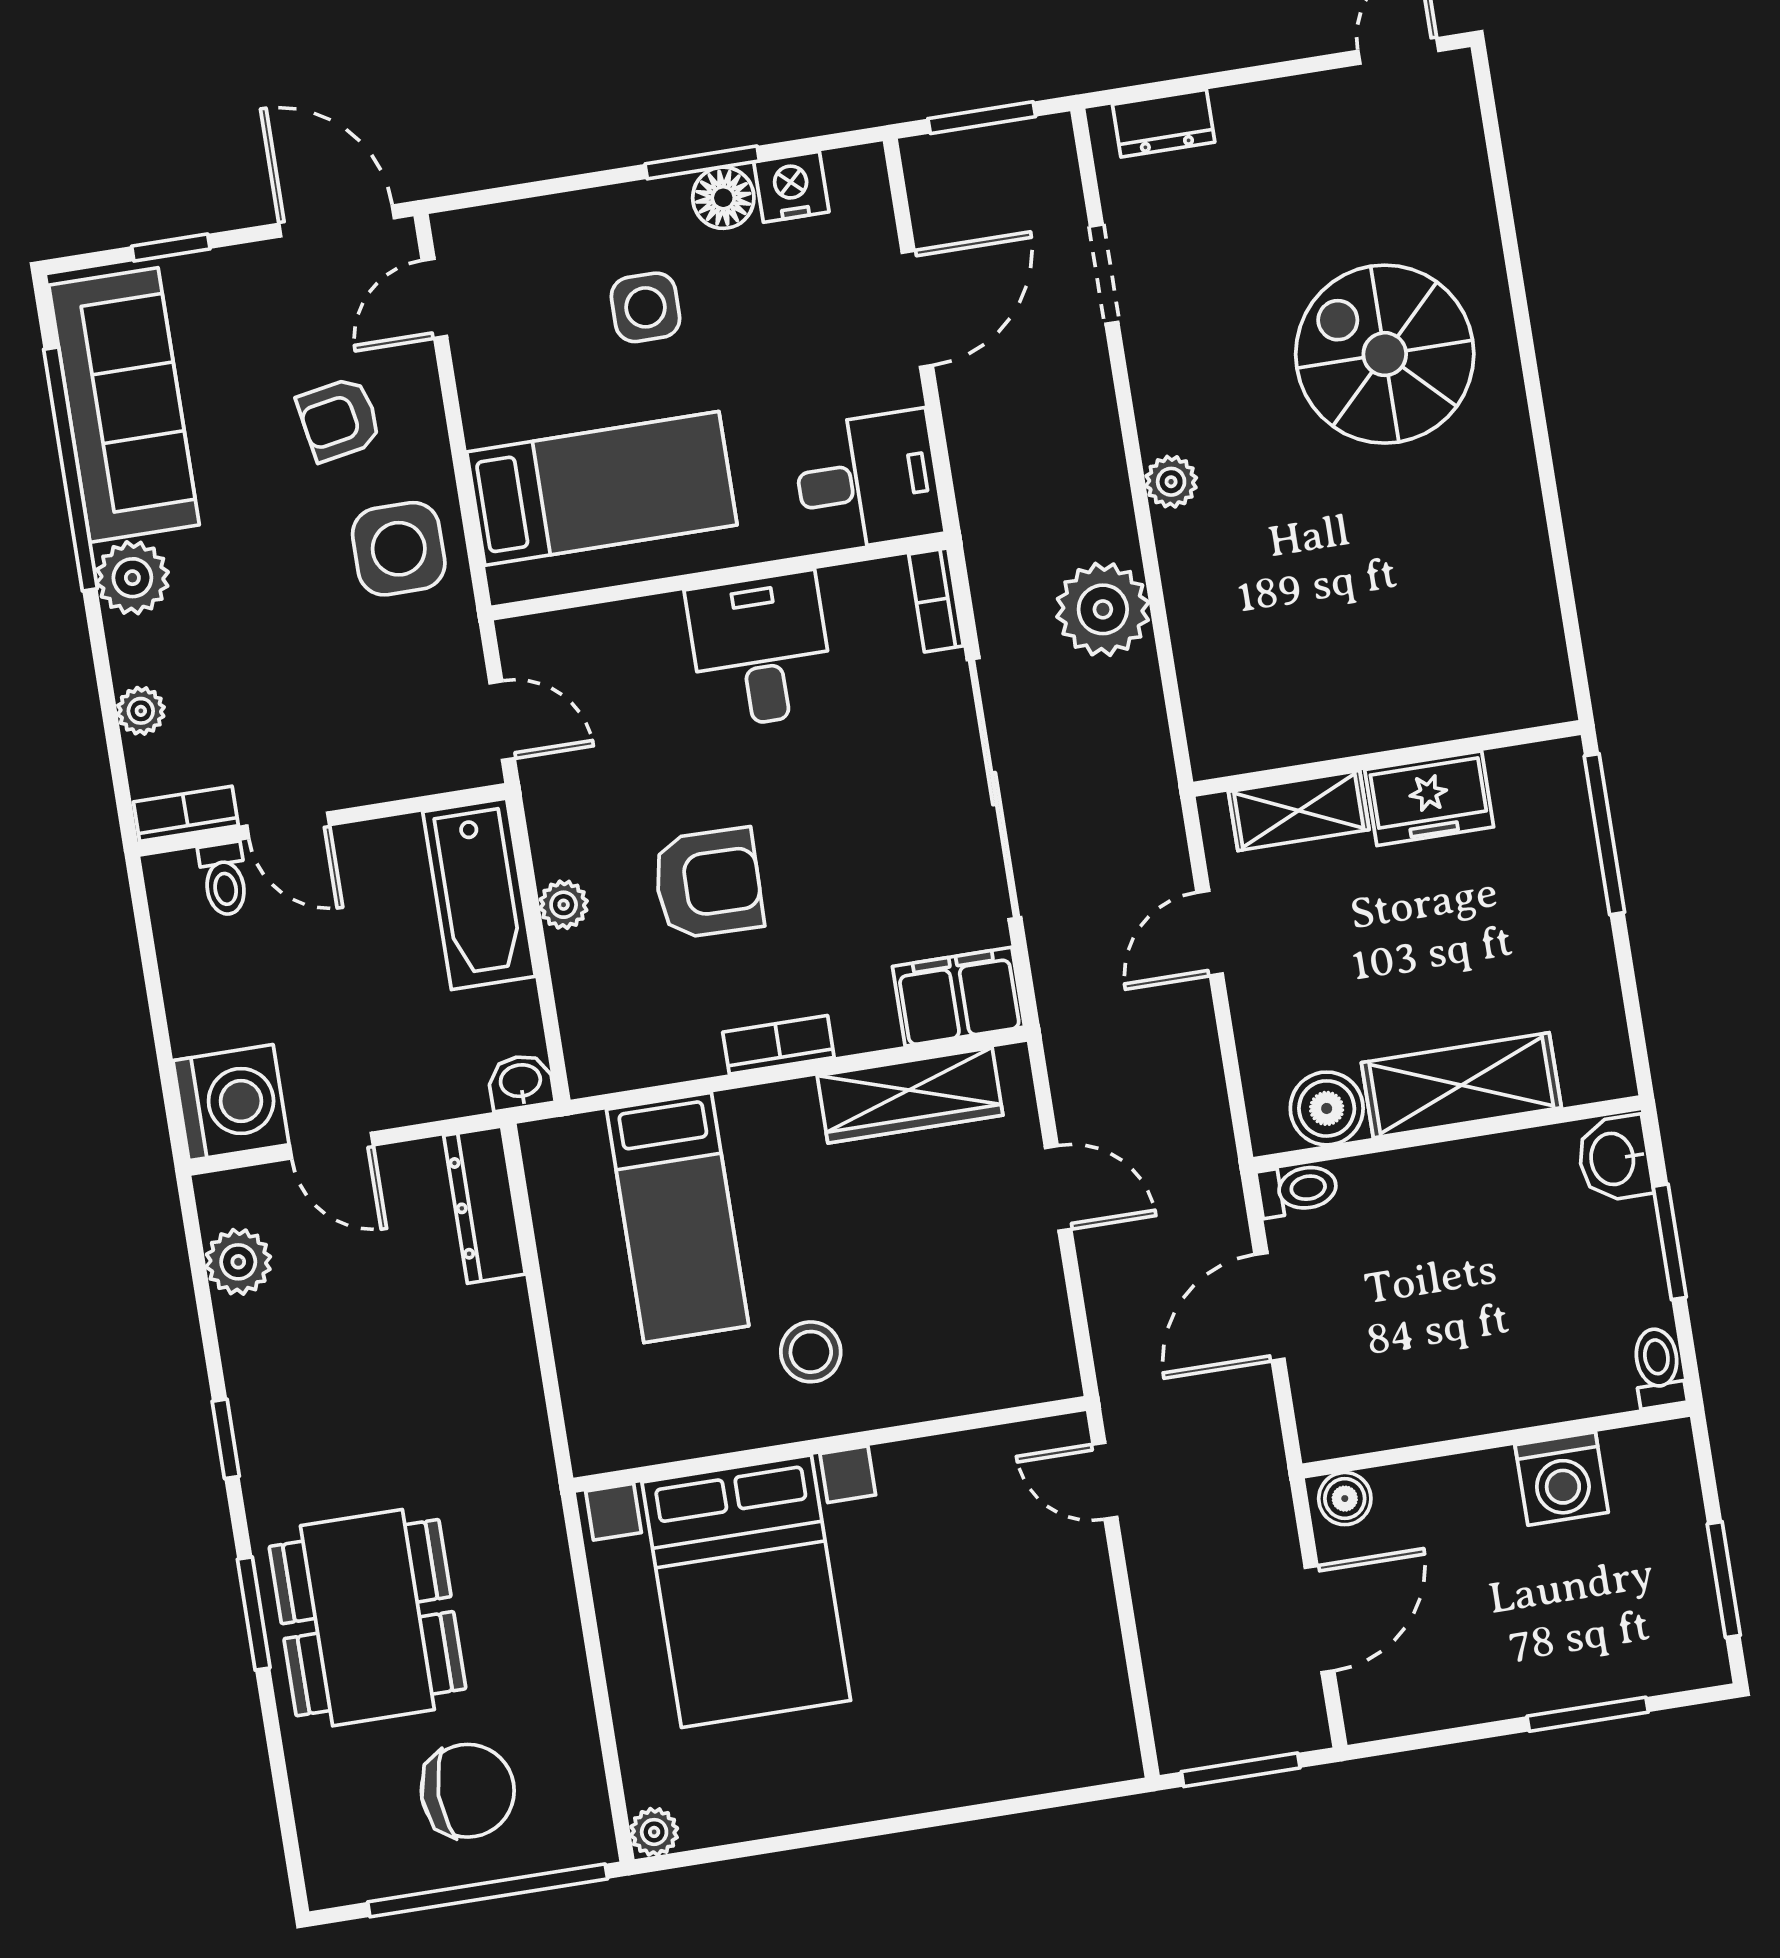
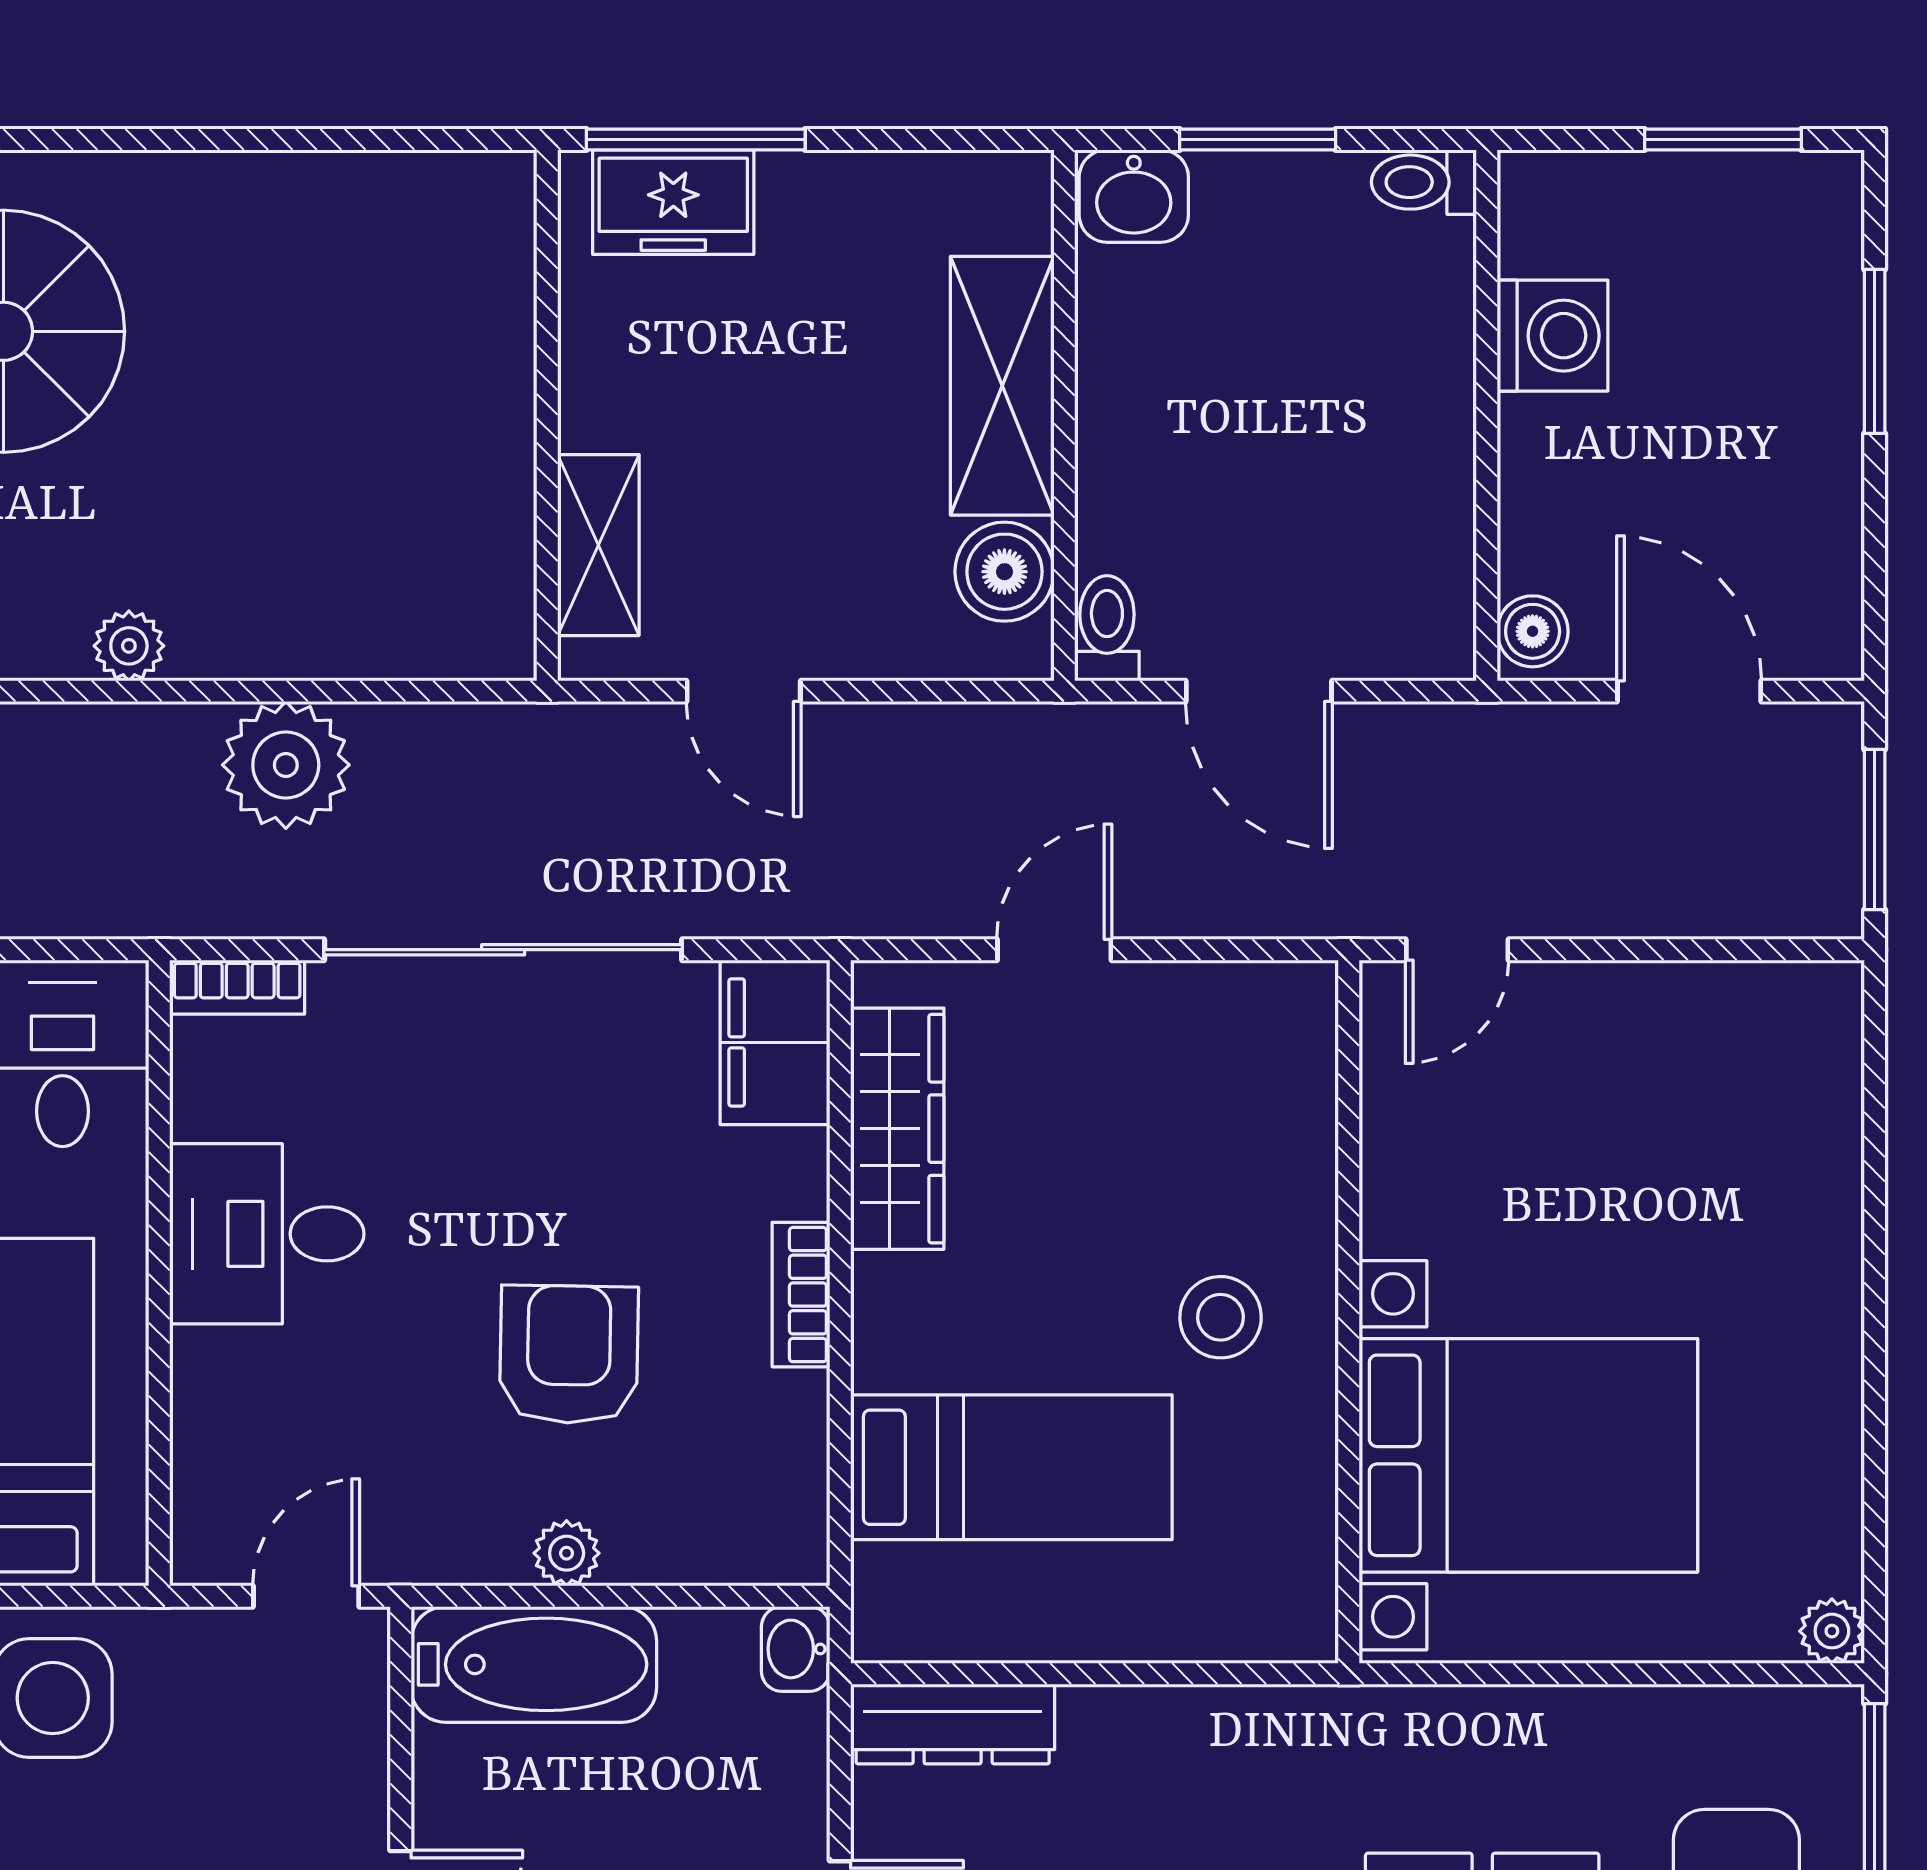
freezer: (1429, 798) -> (673, 202), moved, turned 90

